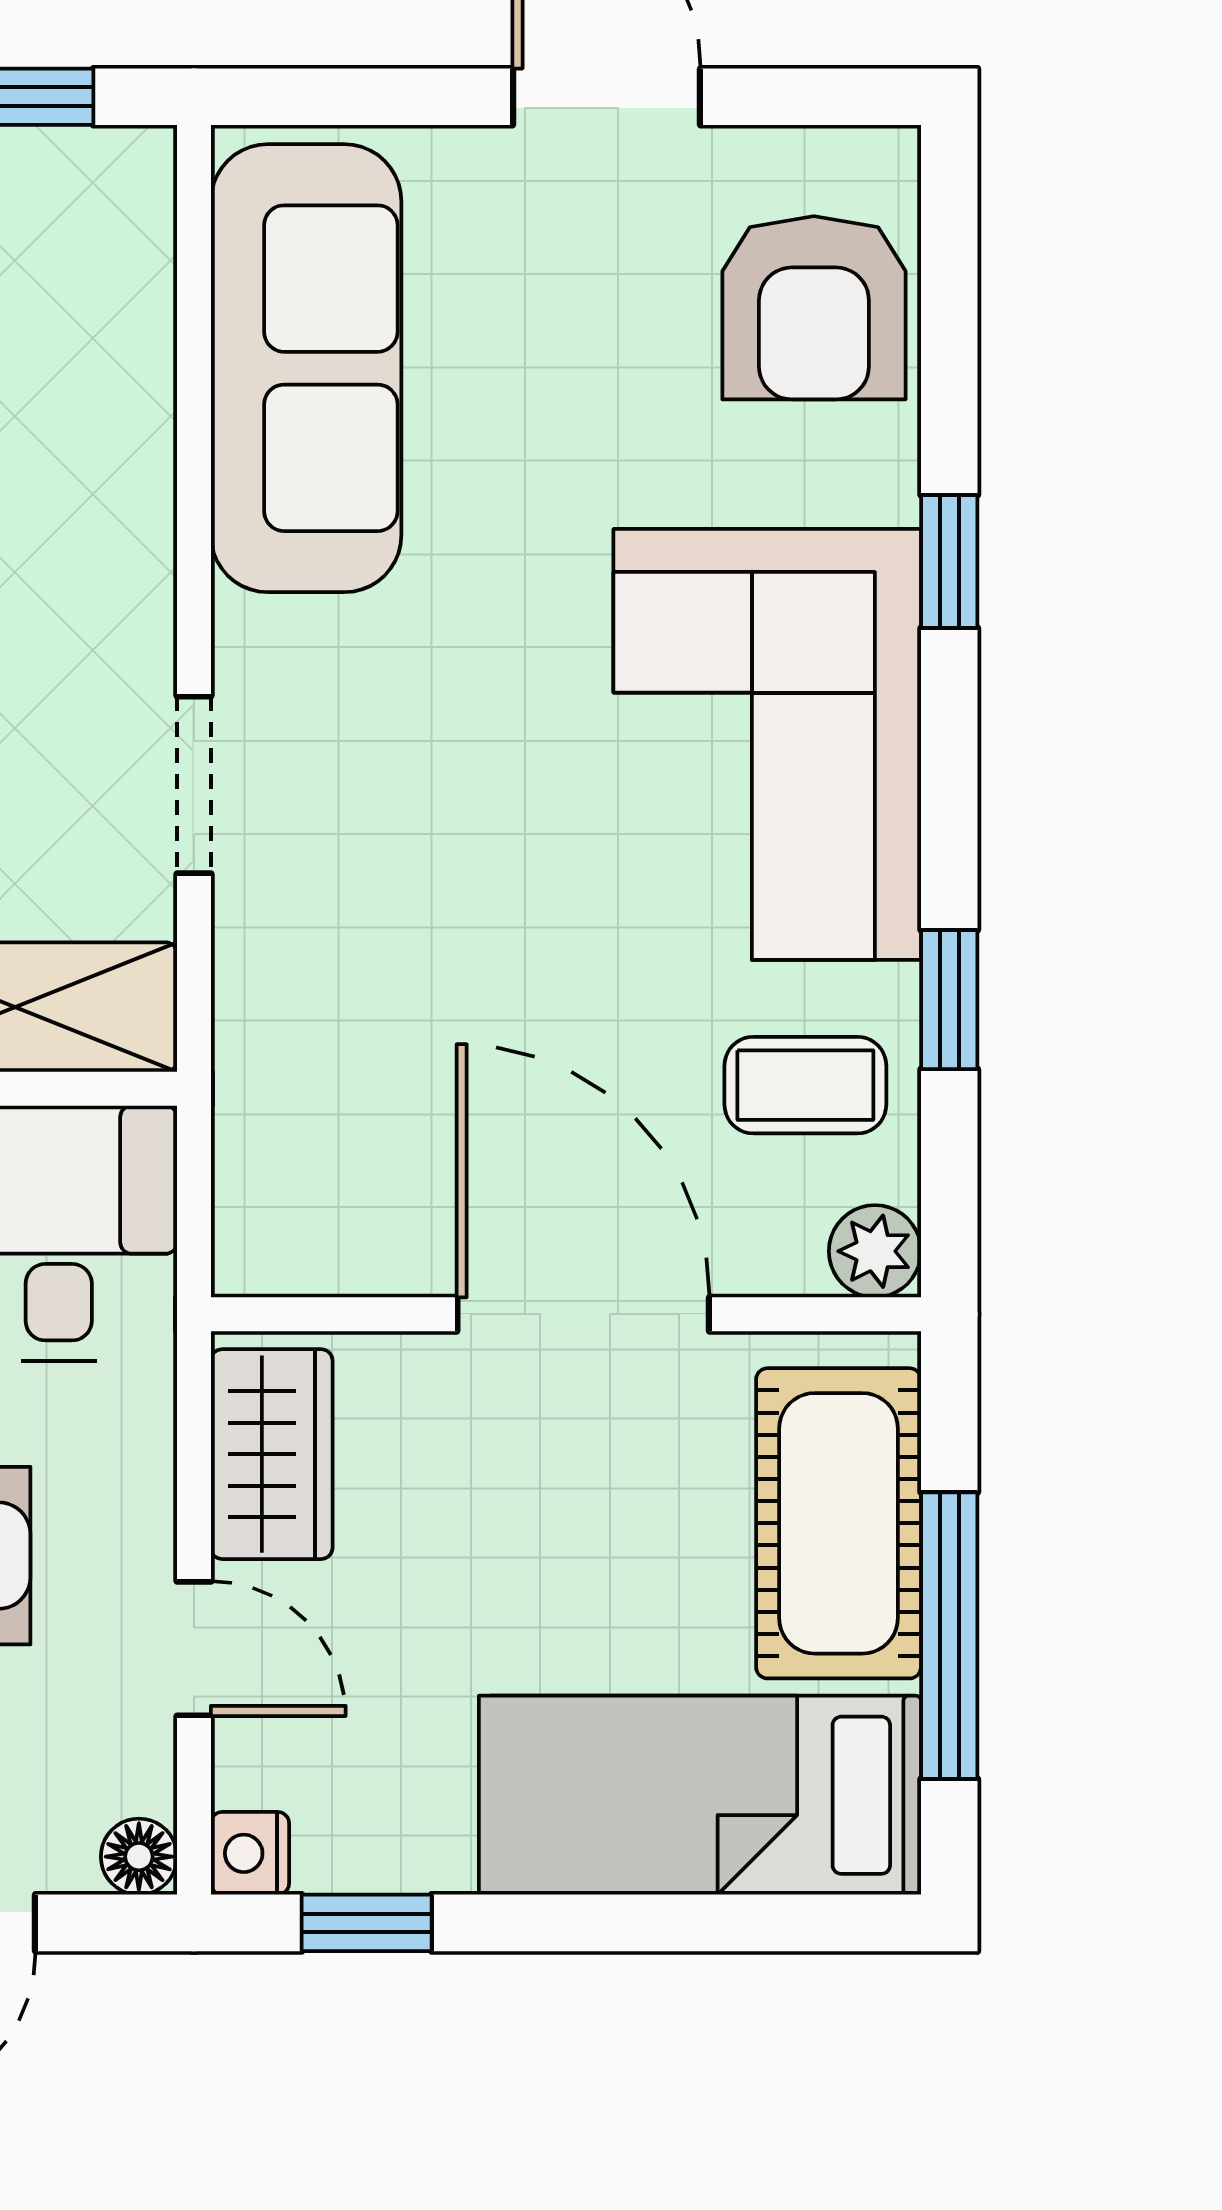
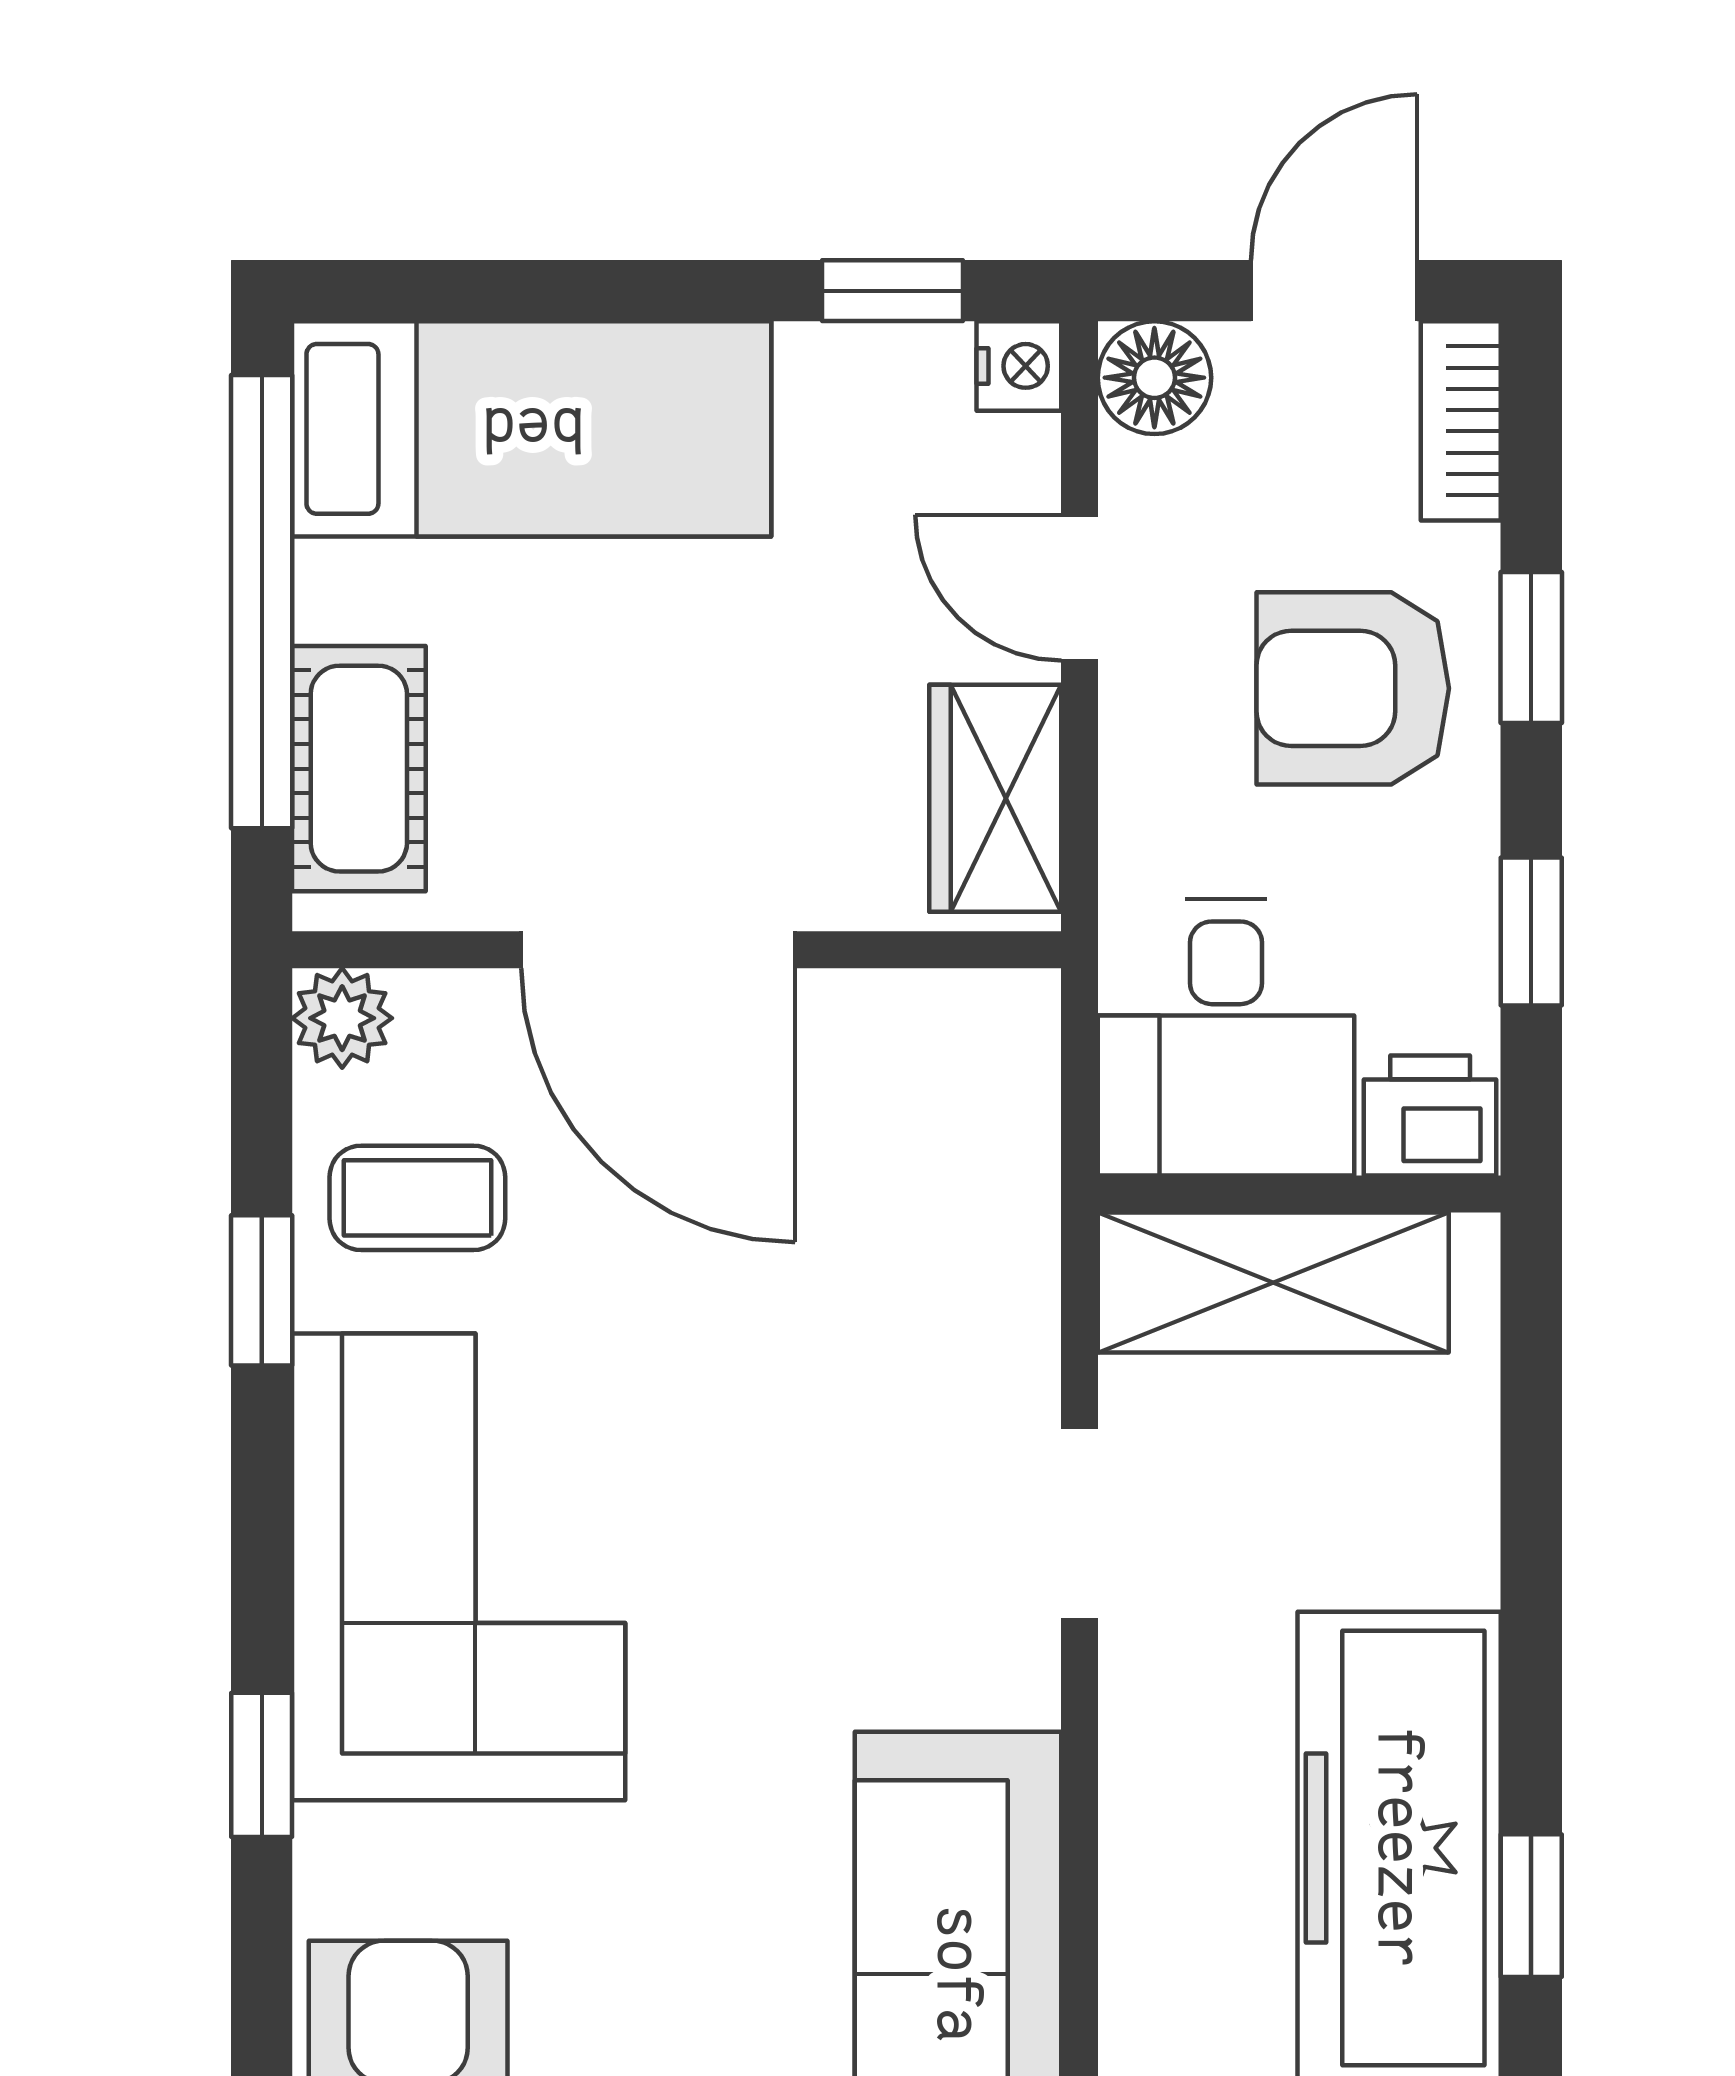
cot: (839, 1523) -> (359, 769), width x0.73, depth x0.75
window: (949, 1636) -> (262, 602), width x1.46
floor lamp: (139, 1857) -> (1154, 378), width x1.37, depth x1.37

